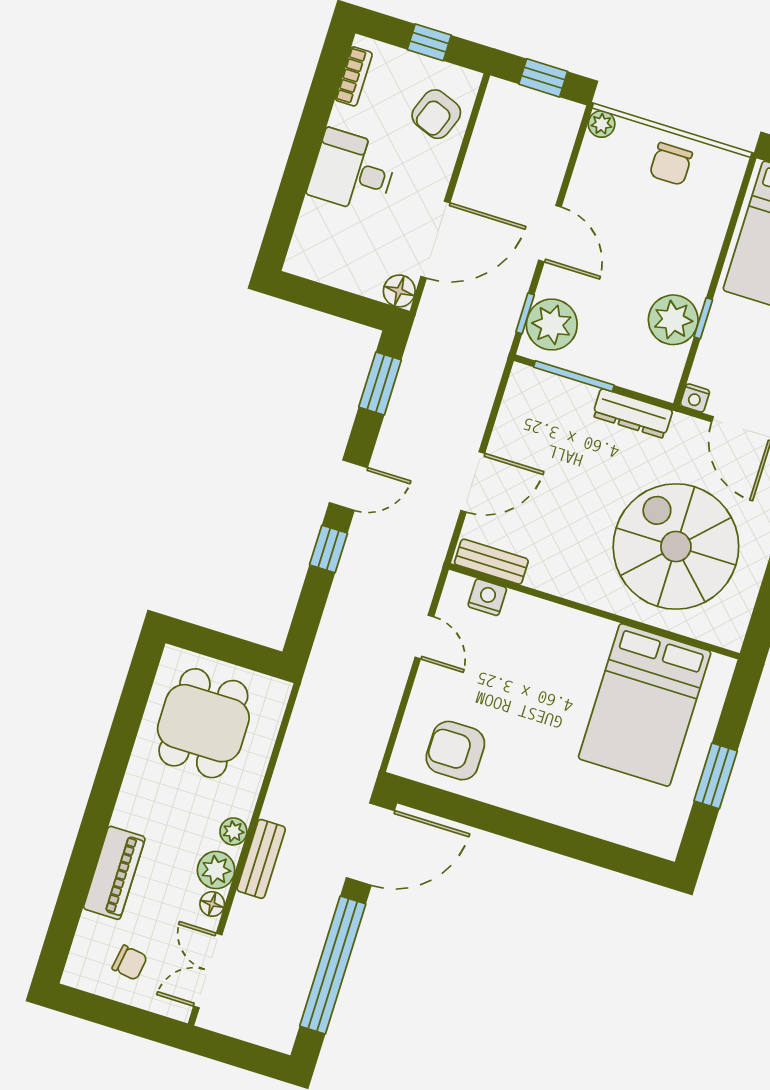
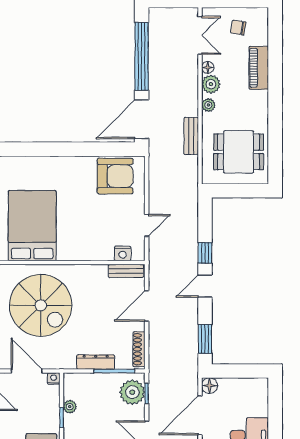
plant: (673, 320) -> (70, 407), width x0.53, depth x0.53
shoe rack: (513, 403) -> (139, 349), added
dresser: (633, 413) -> (96, 362), moved
door: (424, 637) -> (147, 225), swing flipped
dining table: (203, 723) -> (239, 152), turned 90
armchair: (455, 751) -> (115, 176), width x1.36, depth x1.36
bench: (261, 859) -> (191, 136), moved

